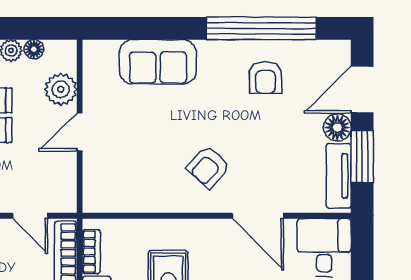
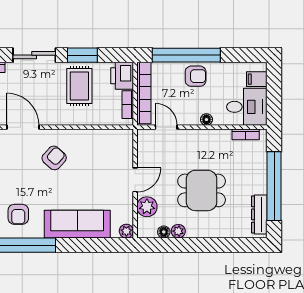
plant: (93, 51) -> (126, 231), added
sofa: (158, 62) -> (77, 224), width x1.36
armchair: (265, 77) -> (18, 214), turned 180

